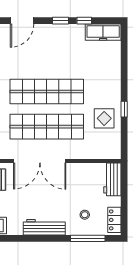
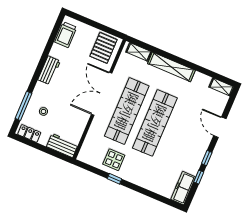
workbench: (44, 227) -> (49, 70), width x0.73

